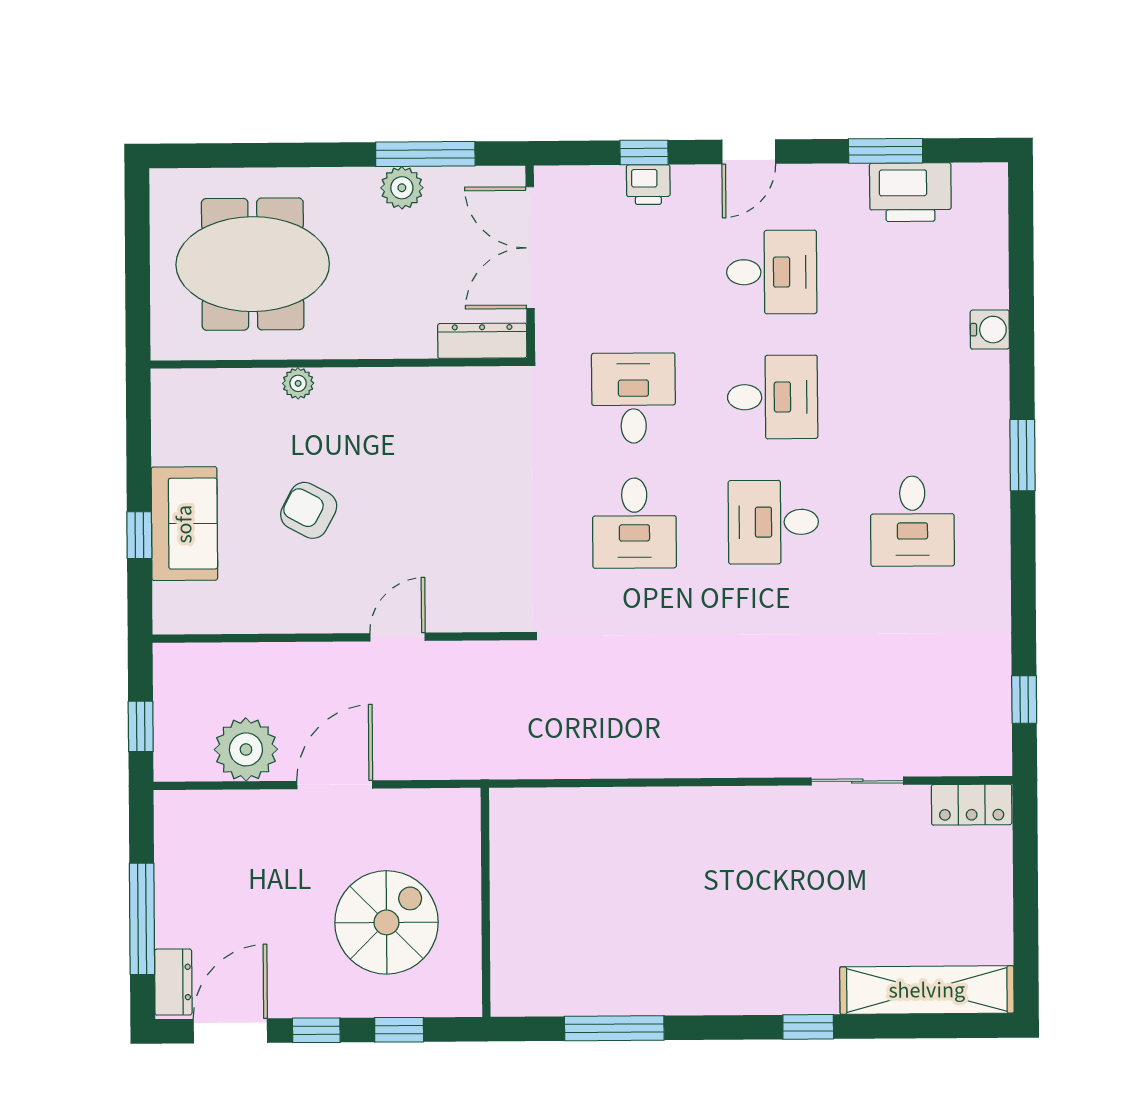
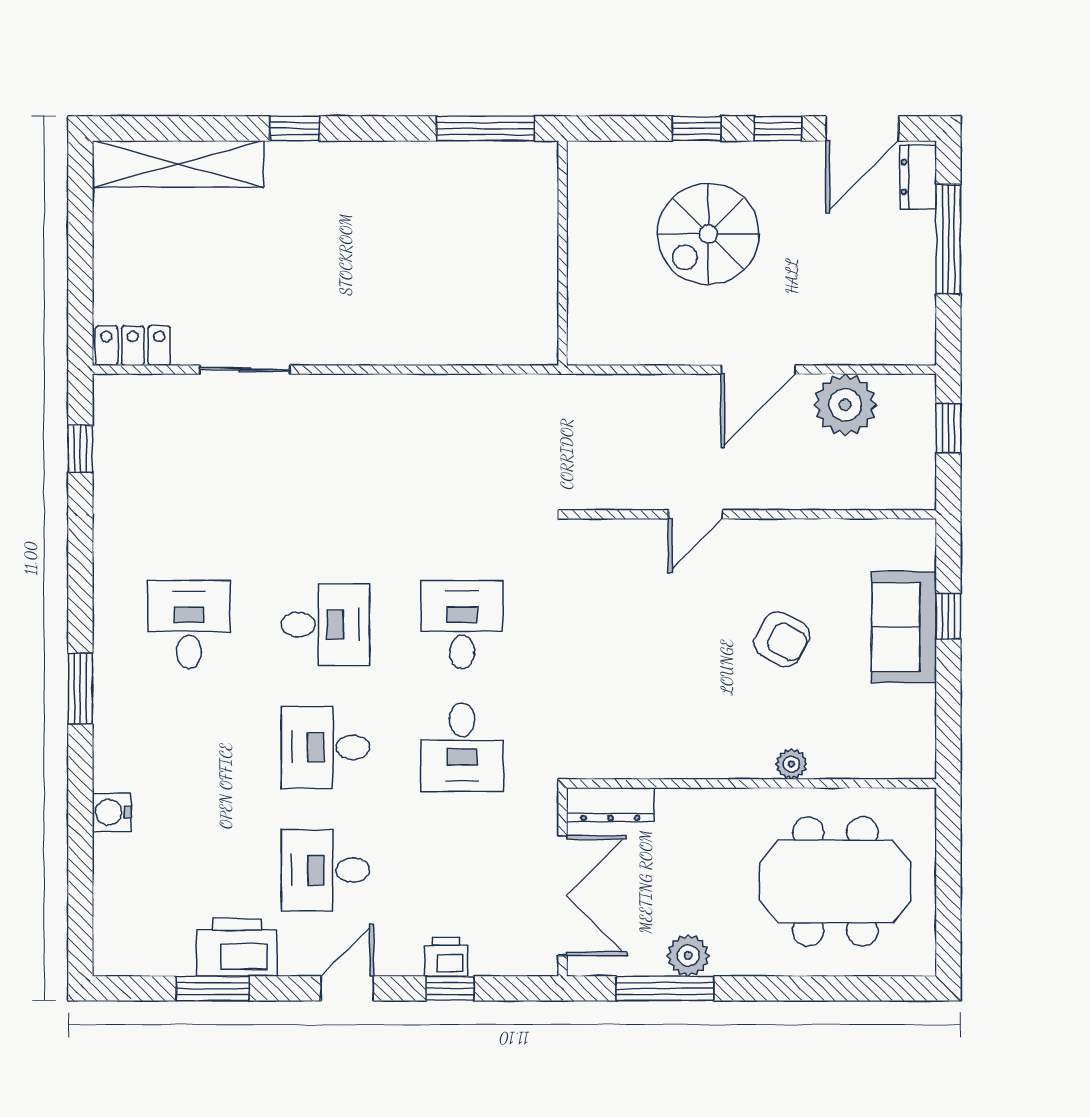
printer: (910, 192) -> (237, 948), moved
wall: (486, 902) -> (563, 253), moved

